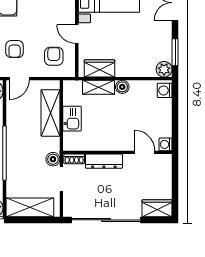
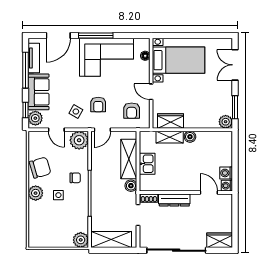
armchair: (54, 56) -> (132, 111), turned 180
washing machine: (165, 90) -> (226, 173), moved
boiler: (53, 159) -> (131, 186), moved

